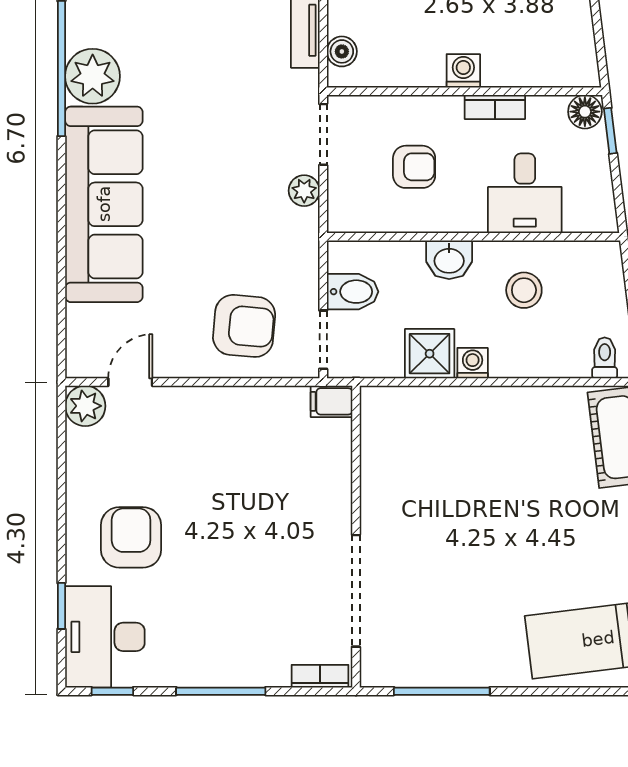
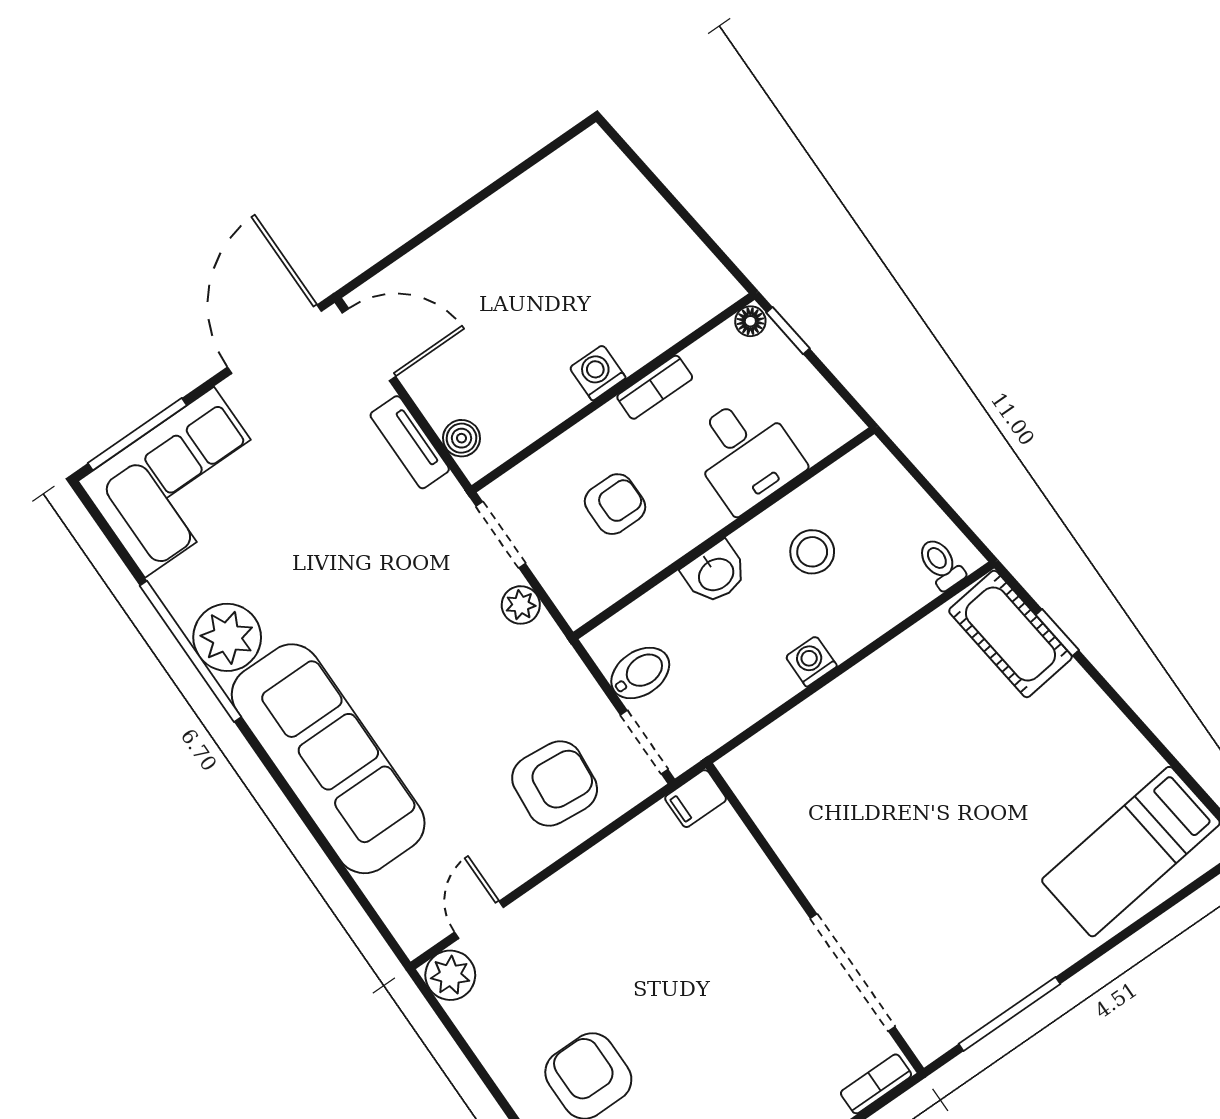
floor lamp: (585, 112) -> (750, 321), width x0.73, depth x0.73
shower: (430, 354) -> (761, 682), removed

